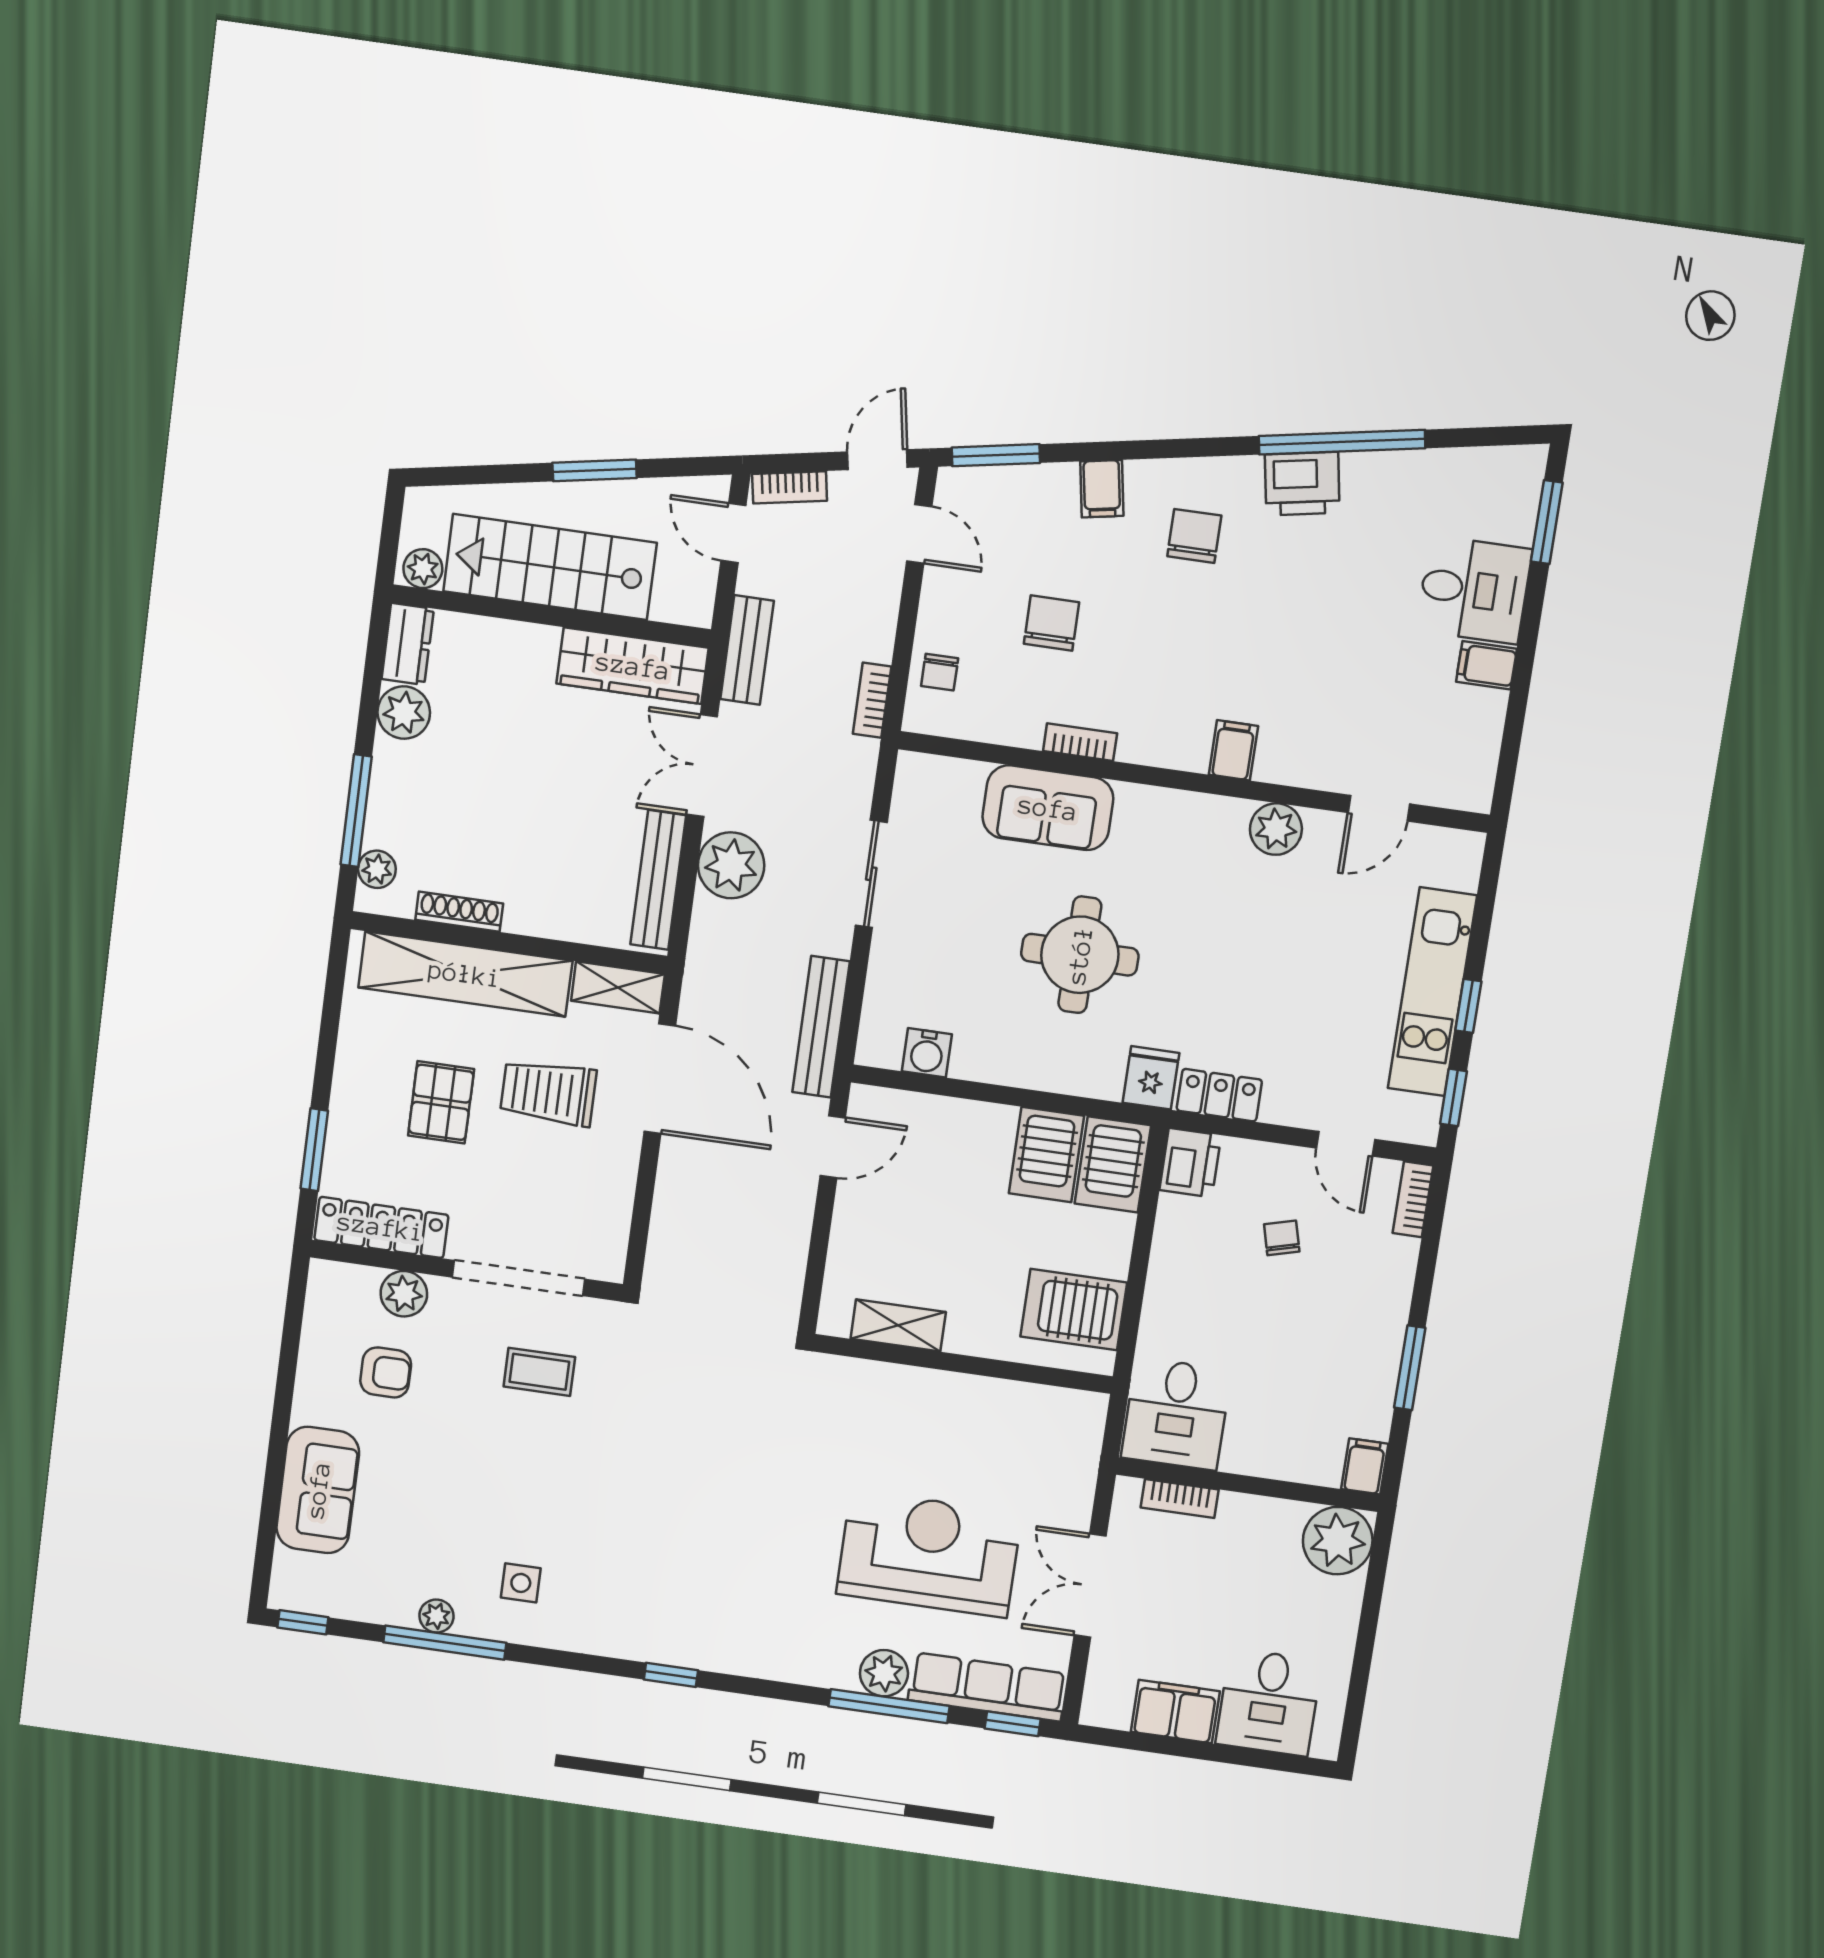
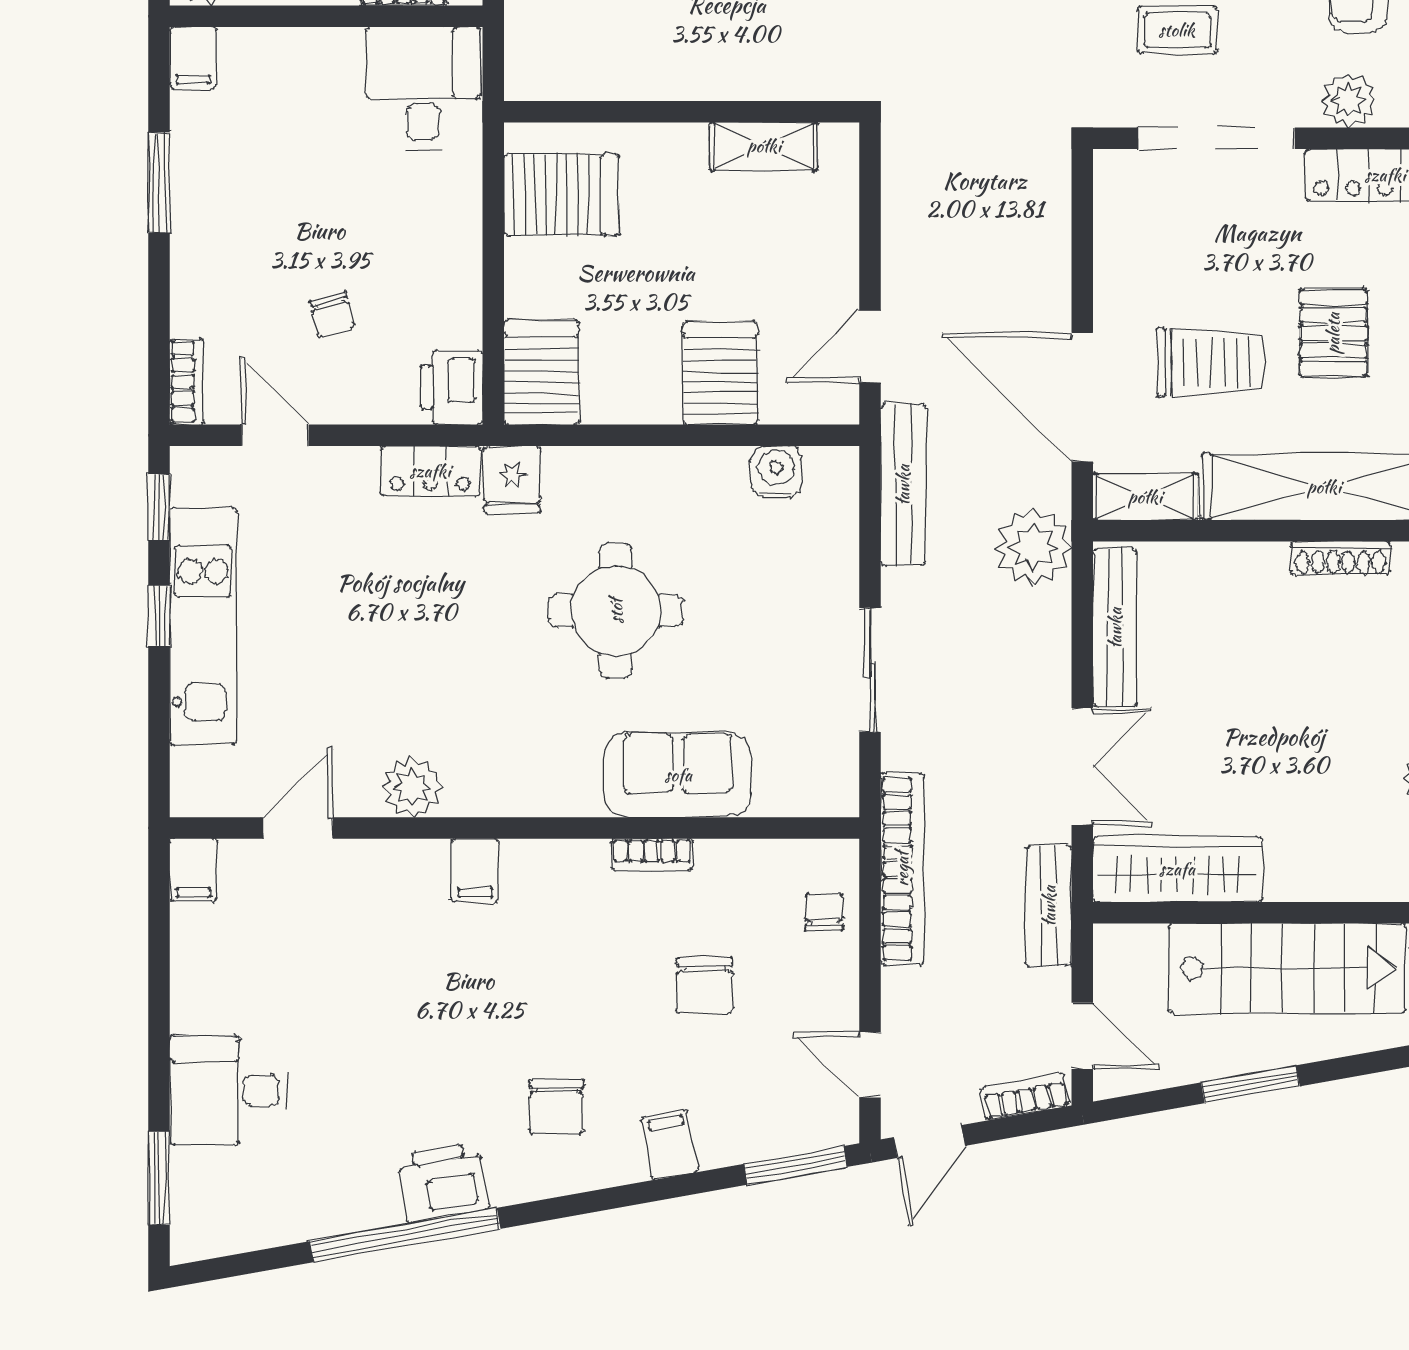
filing cabinet: (1486, 665) -> (193, 870), moved, turned 90
bookcase: (872, 700) -> (902, 869), width x2.31, depth x1.31
plant: (731, 865) -> (1033, 547), moved
server rack: (1046, 1155) -> (720, 373), moved

